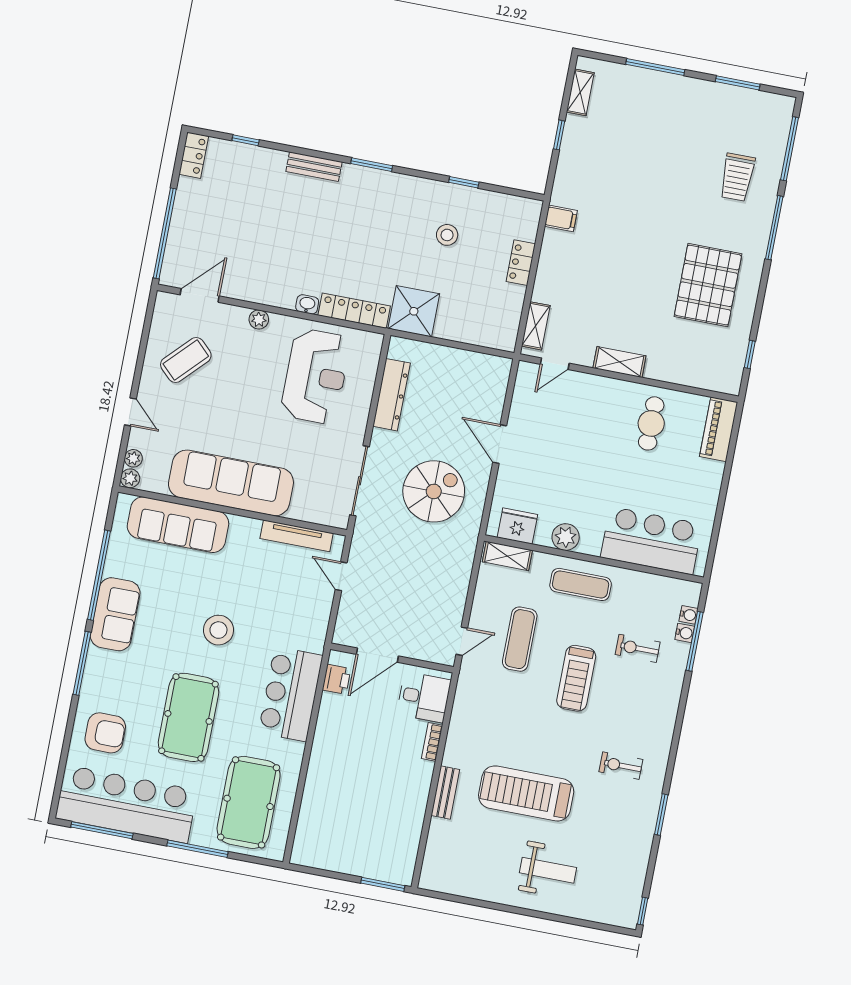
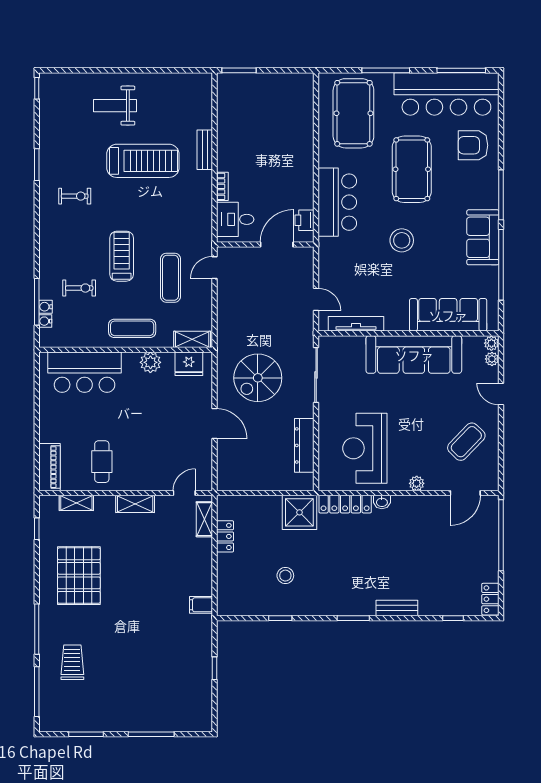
shelving: (580, 92) -> (76, 503), moved, turned 90
locker: (521, 263) -> (225, 536), moved

